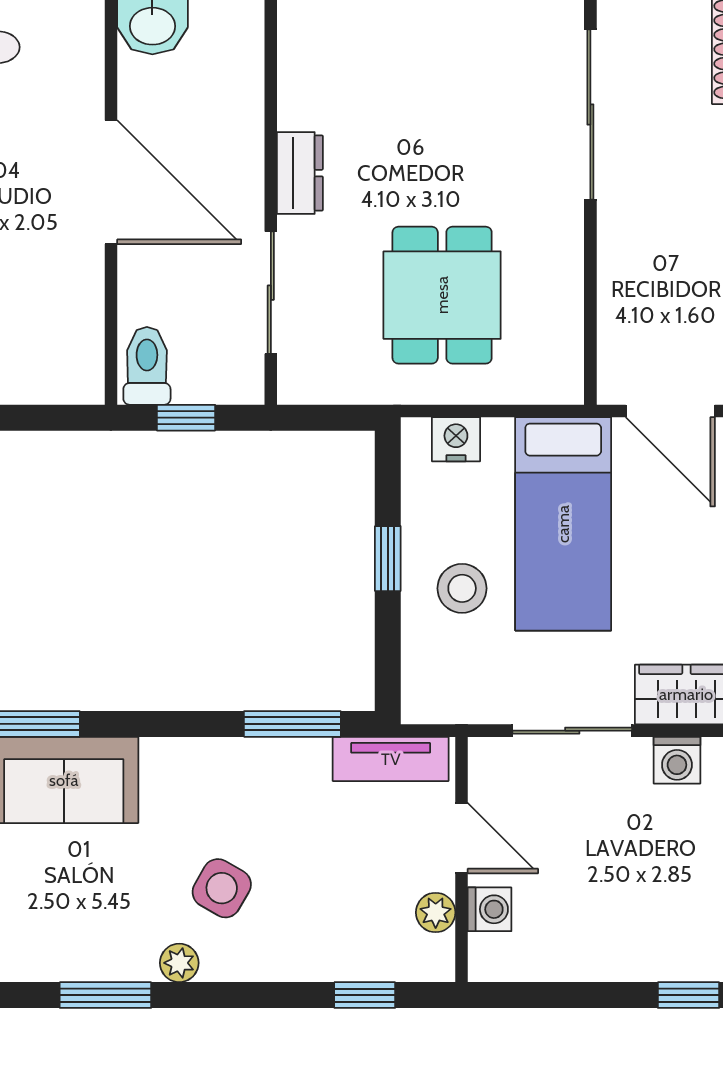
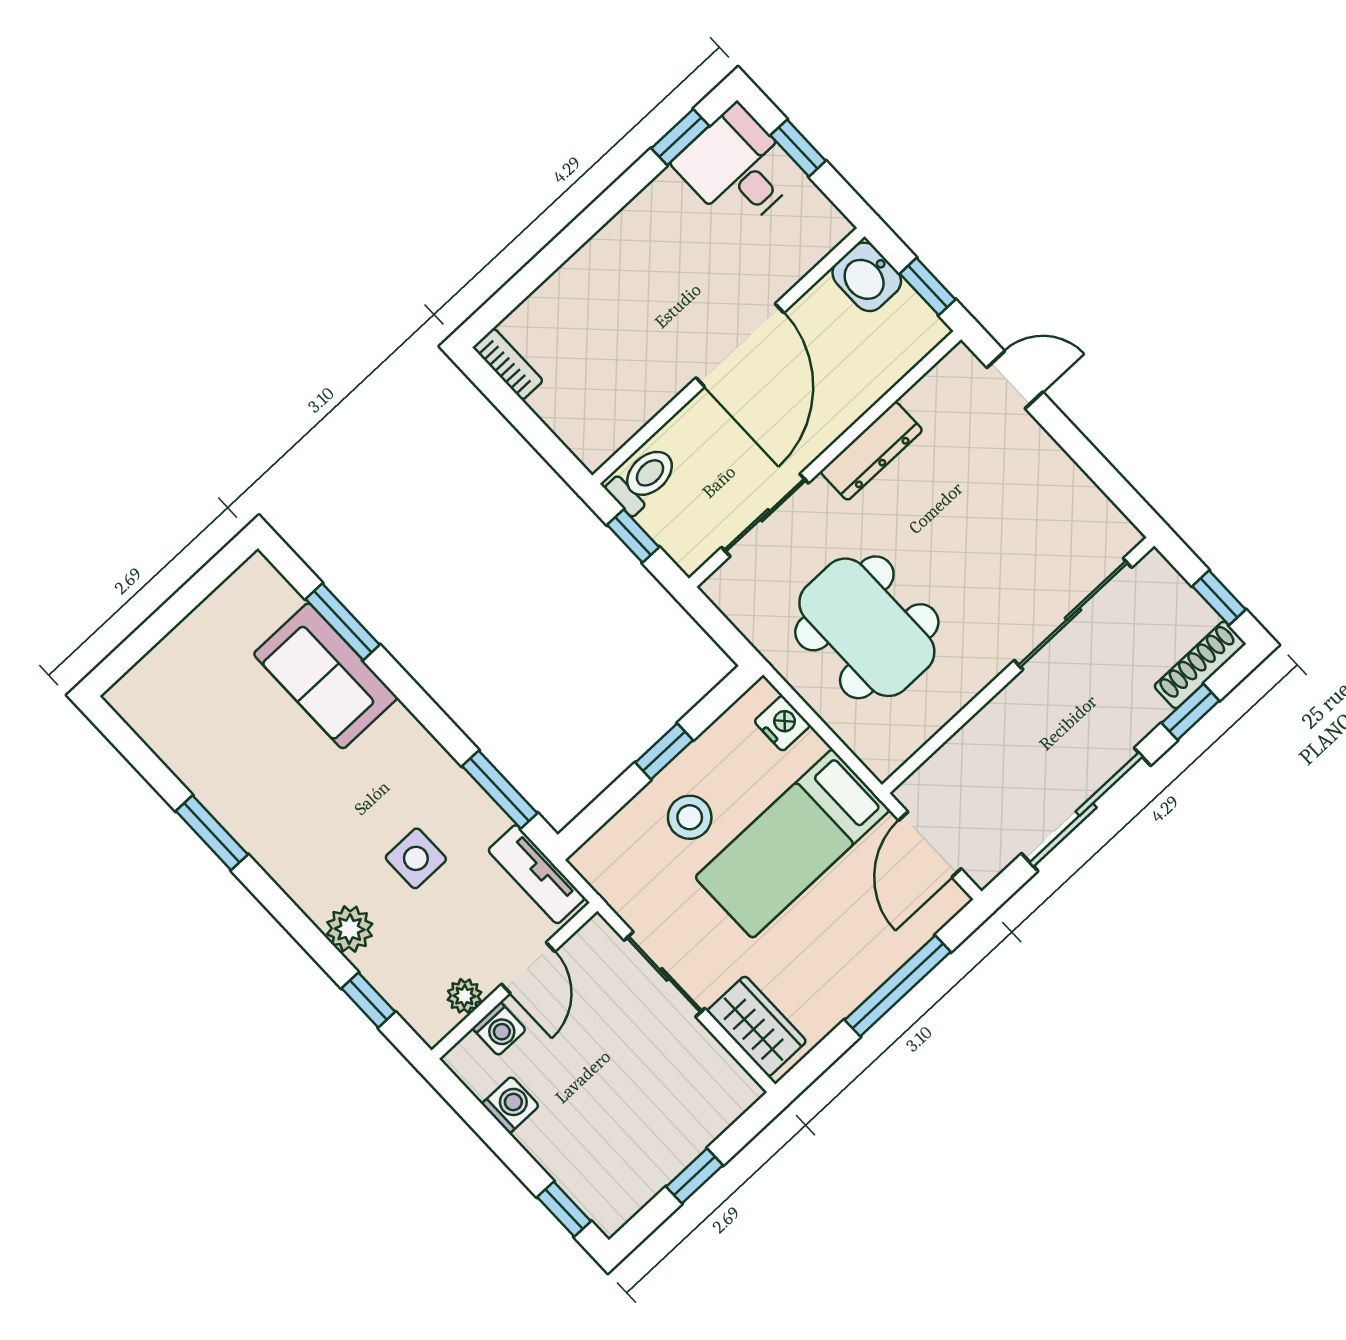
dresser: (300, 173) -> (871, 451), width x1.44
dining table: (442, 295) -> (867, 627), width x1.37
washing machine: (677, 760) -> (510, 1105), moved, turned 180
side table: (222, 888) -> (416, 858), moved, turned -30
plant: (179, 963) -> (350, 929), moved, width x1.38, depth x1.38

